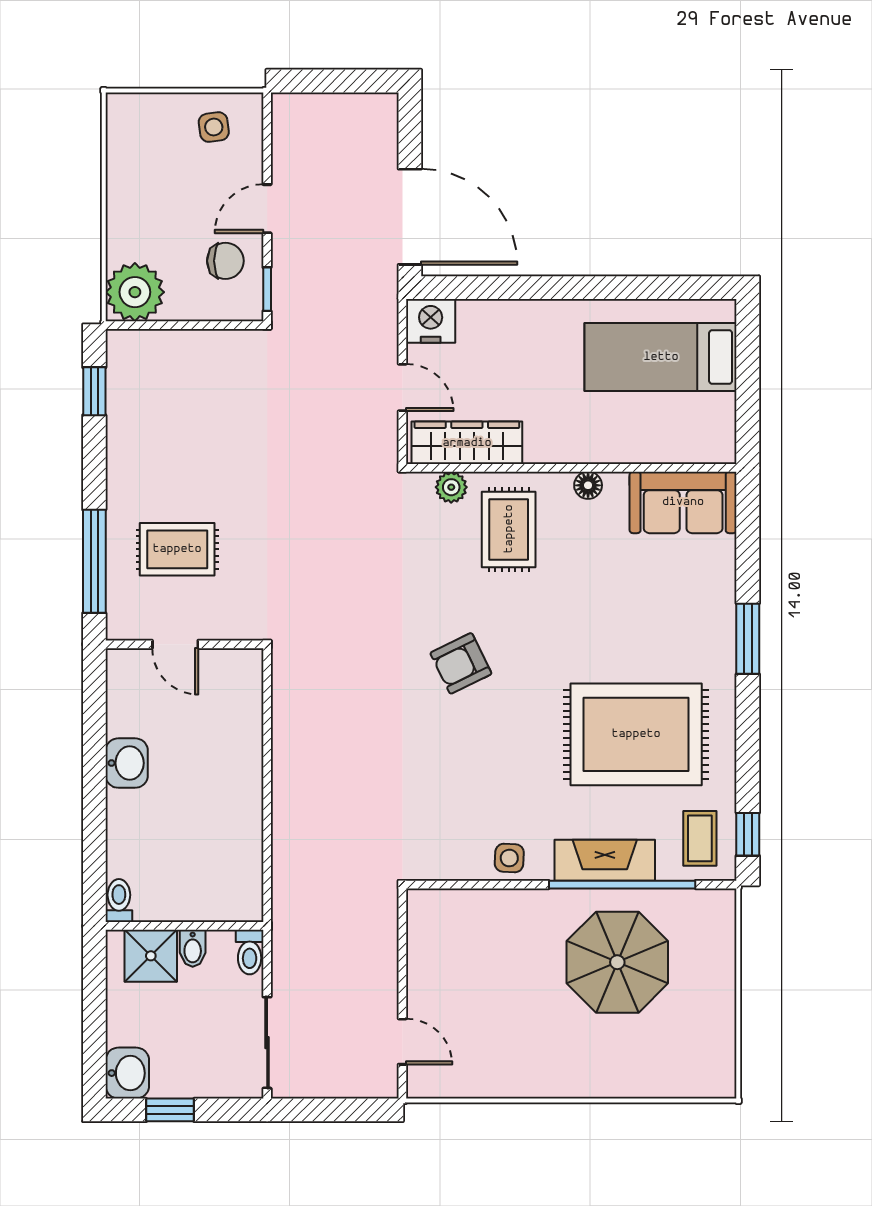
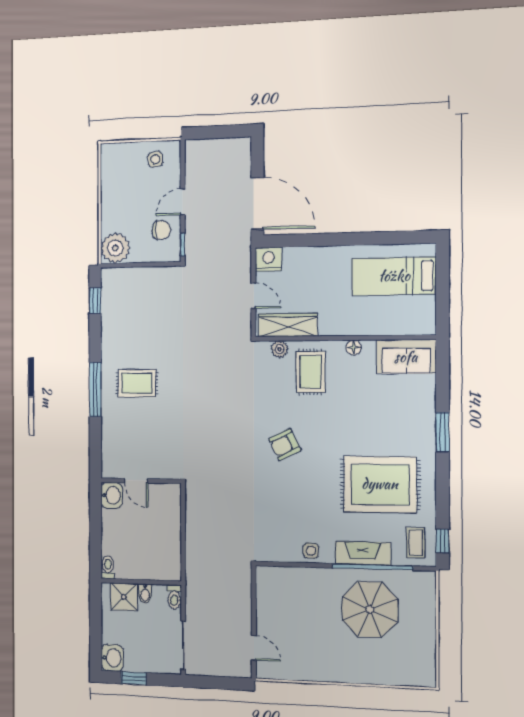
door: (175, 644) -> (136, 481), moved
wall: (184, 644) -> (141, 481), moved

